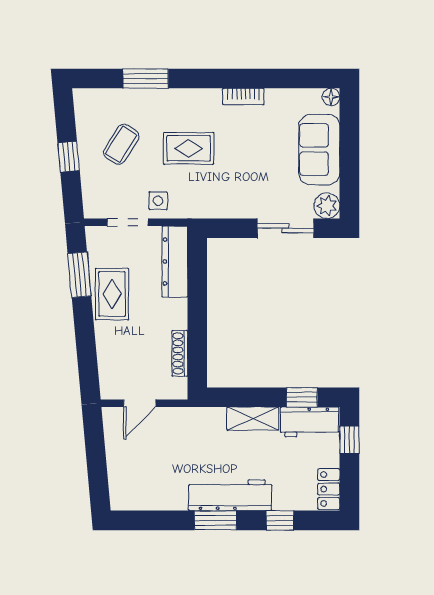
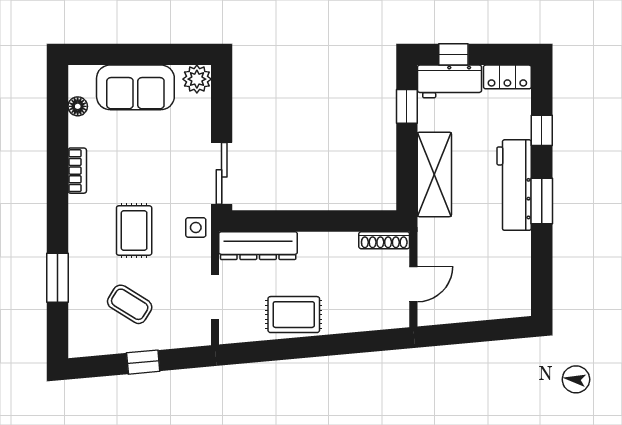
floor lamp: (331, 97) -> (78, 106), moved
side table: (158, 201) -> (196, 227), moved
sliding door: (286, 228) -> (222, 173), moved
window: (79, 275) -> (273, 350), removed
shoe rack: (180, 353) -> (384, 240), moved
door: (140, 403) -> (413, 284), hinge flipped
shelving: (253, 419) -> (434, 174), width x1.50, depth x1.33
workbench: (310, 422) -> (450, 81), moved, turned 90

